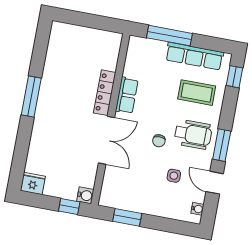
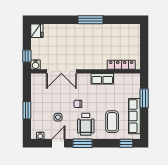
window: (169, 36) -> (144, 98), width x0.69
locker: (105, 93) -> (121, 65), moved
double door: (106, 140) -> (61, 71), moved
window: (127, 217) -> (27, 110), moved

